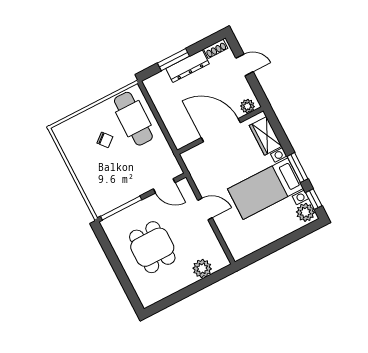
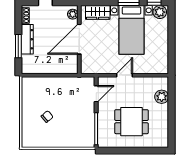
cafe table: (133, 119) -> (43, 91), removed

